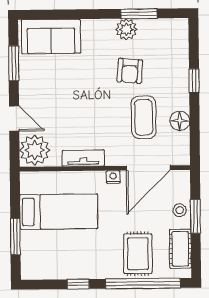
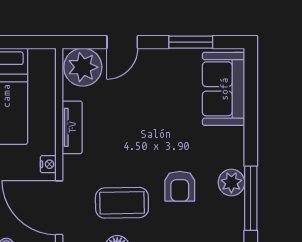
window: (139, 14) -> (251, 198), width x1.44
armchair: (130, 71) -> (180, 186), turned -95

